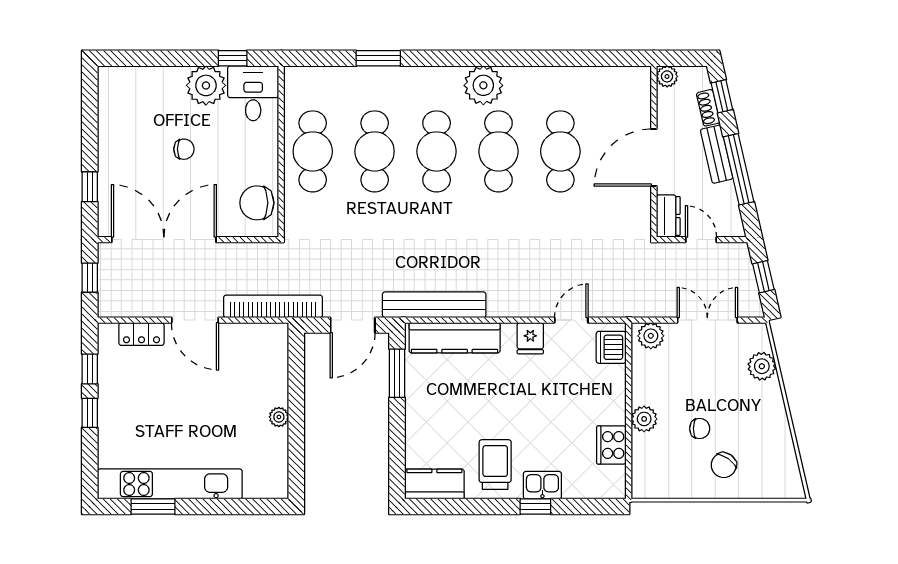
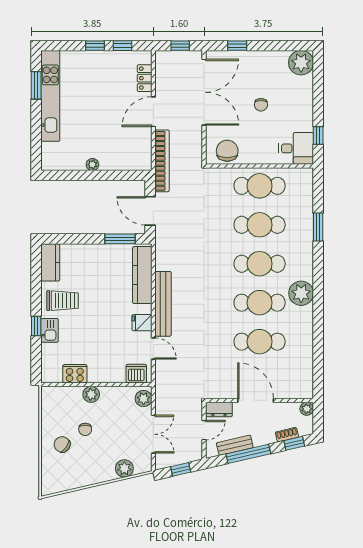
plant: (206, 85) -> (301, 63), moved
bench: (717, 154) -> (235, 445), moved
bench: (434, 305) -> (163, 304), moved

